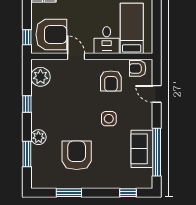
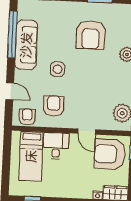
armchair: (138, 68) -> (27, 117), turned -90
sofa: (142, 149) -> (26, 45), width x1.36

